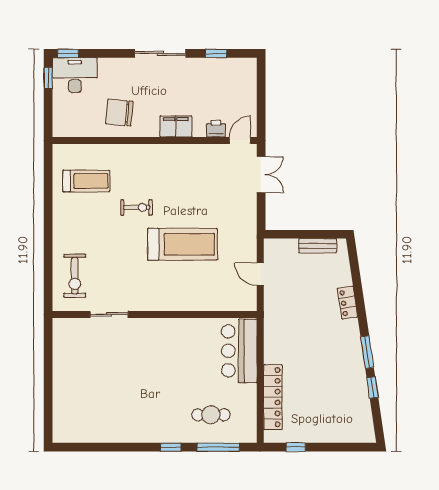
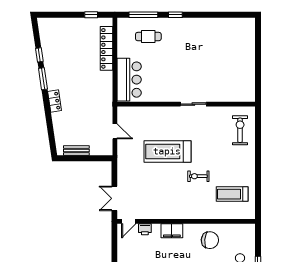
locker: (348, 303) -> (55, 101), moved
sliding door: (109, 315) -> (193, 104), moved

